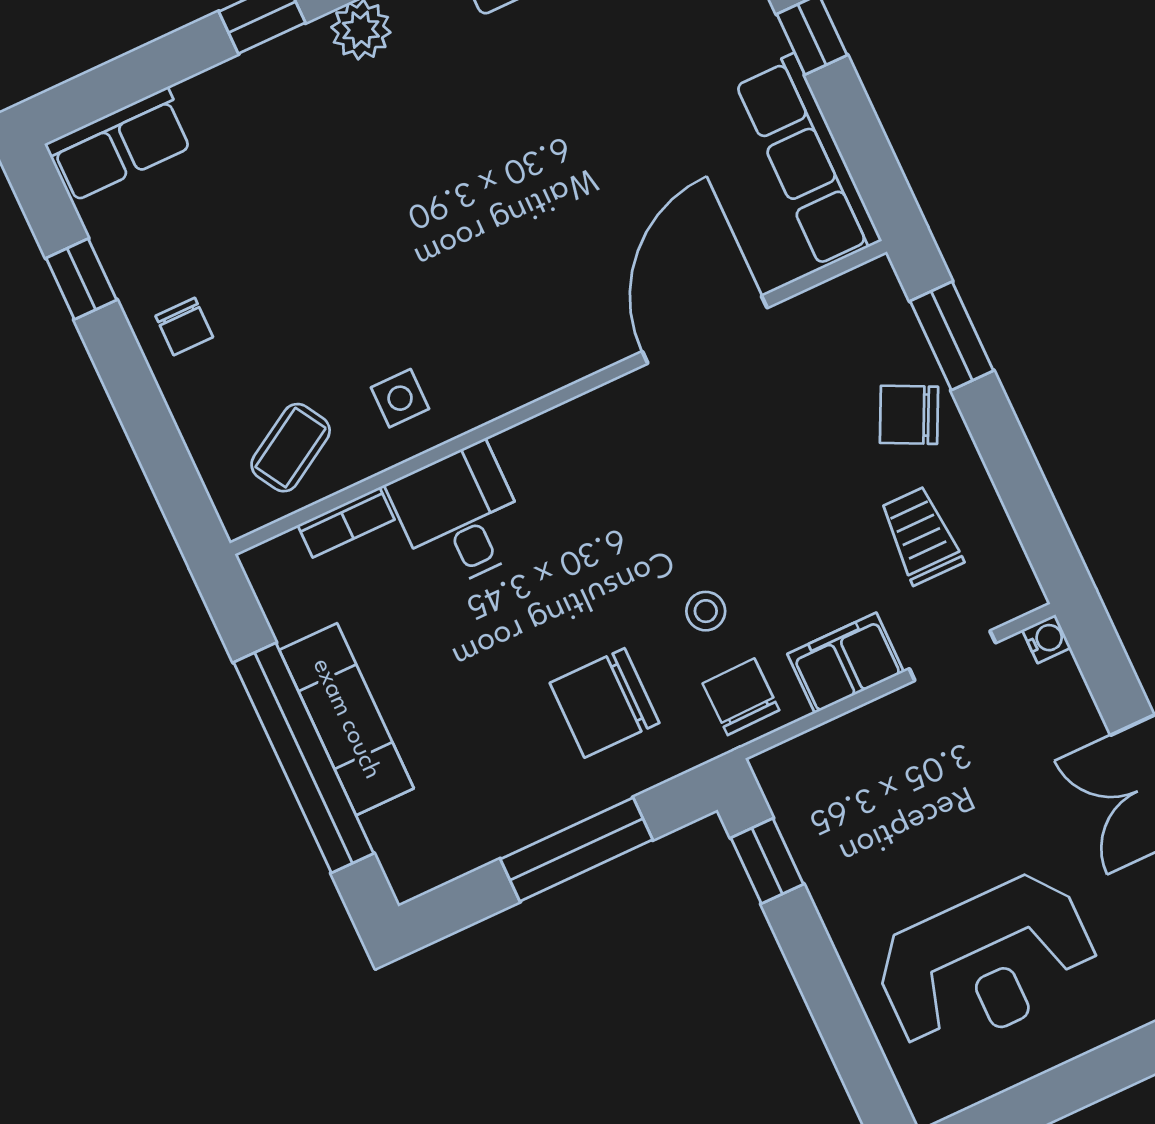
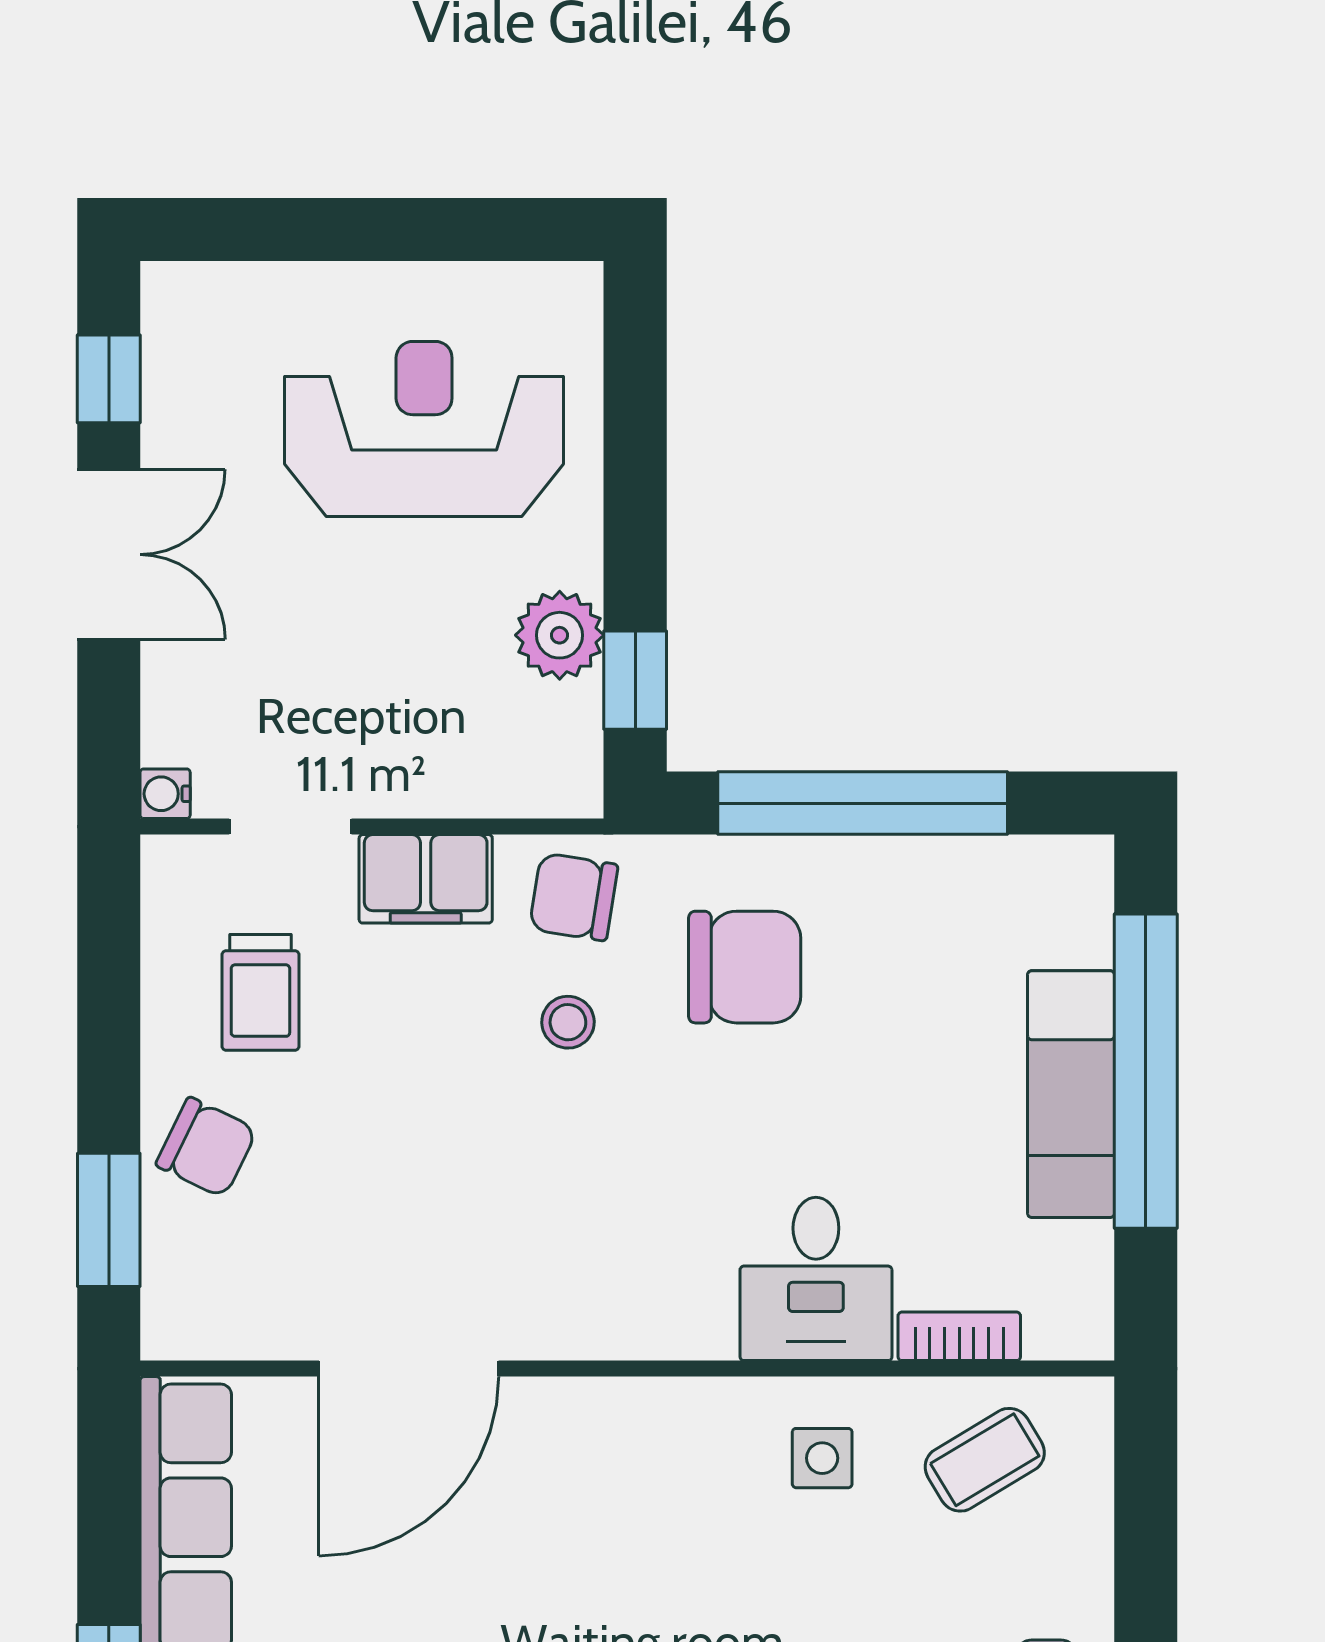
chair: (741, 697) -> (574, 897), turned 100
window: (577, 849) -> (863, 803), width x1.46
plant: (832, 868) -> (560, 635), added

